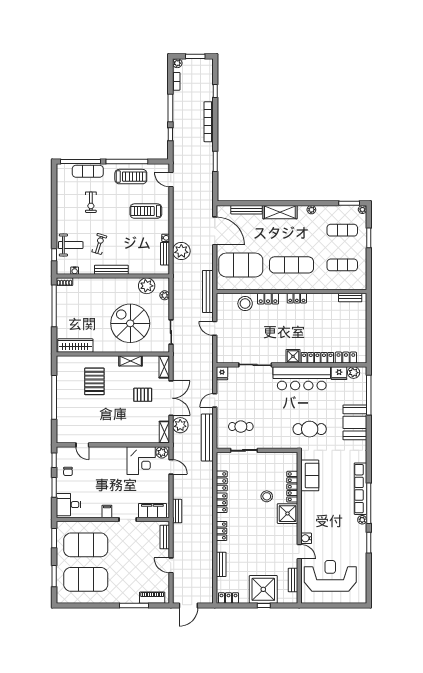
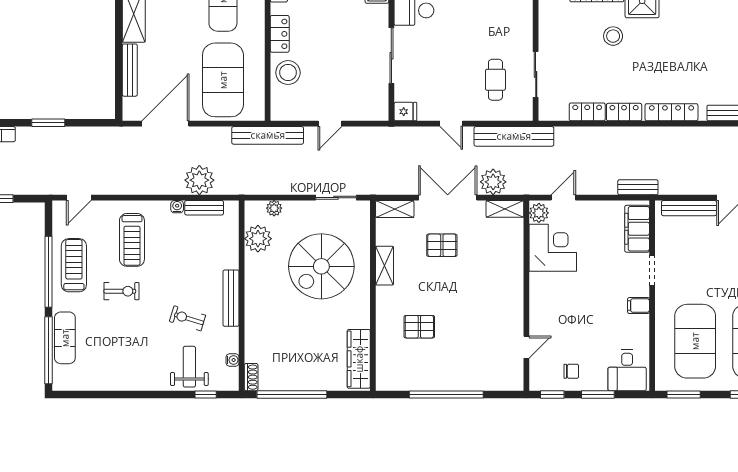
exercise bike: (91, 202) -> (122, 291), moved
pallet: (94, 381) -> (419, 327), width x0.67, depth x0.71
pallet: (143, 395) -> (442, 245), turned 90
locker: (222, 531) -> (672, 112), width x1.53
bench: (165, 537) -> (689, 208), width x1.36

